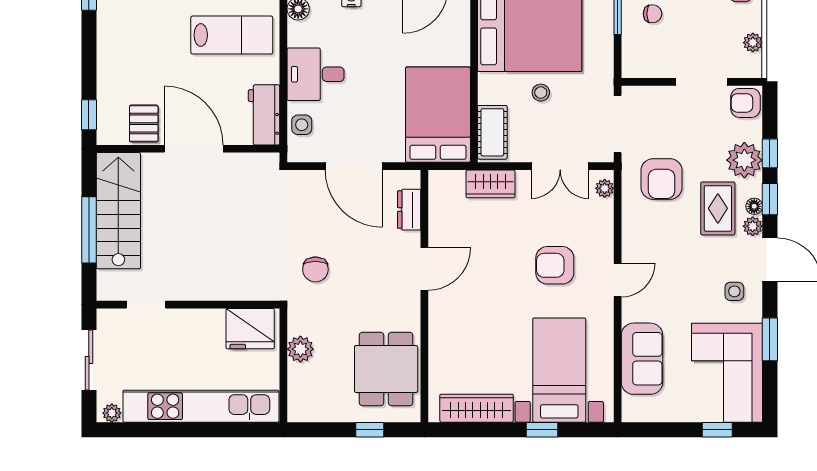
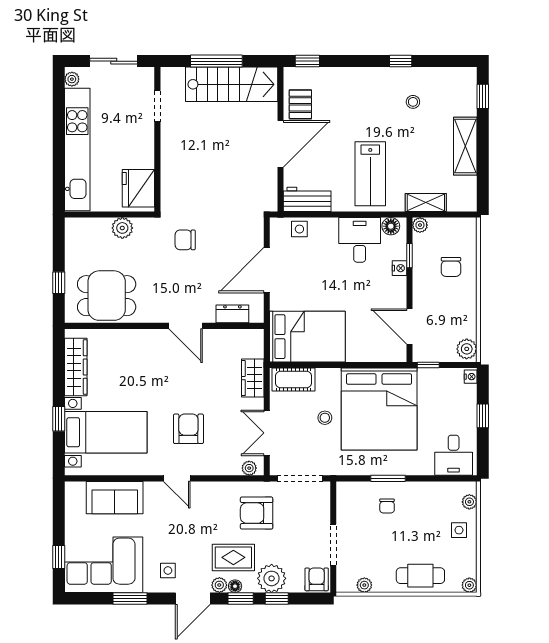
desk: (316, 74) -> (360, 240), moved
pallet: (144, 124) -> (300, 104), turned 90

